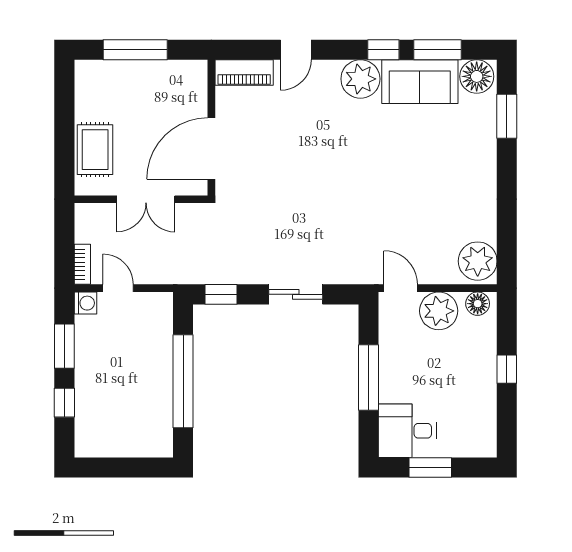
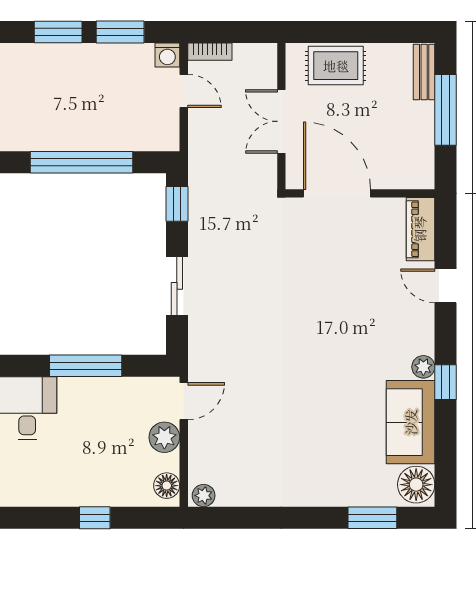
window: (438, 50) -> (446, 442), removed
bench: (101, 69) -> (424, 72), added
plant: (360, 79) -> (423, 367), width x0.53, depth x0.53
plant: (478, 261) -> (204, 496), width x0.53, depth x0.53
door: (118, 288) -> (184, 91), hinge flipped
plant: (439, 311) -> (164, 437), width x0.73, depth x0.73
window: (64, 403) -> (58, 32), width x1.50

